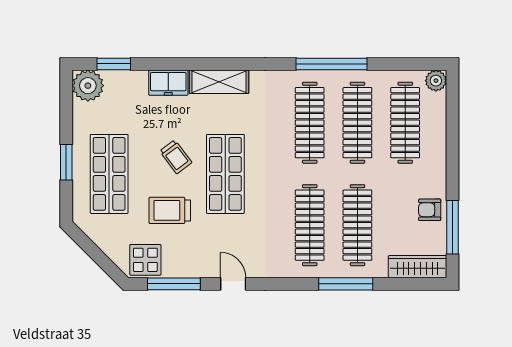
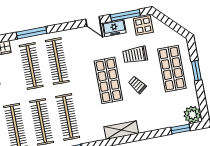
freezer: (168, 83) -> (114, 28), moved, turned 180
trolley: (170, 210) -> (135, 55), turned 180

